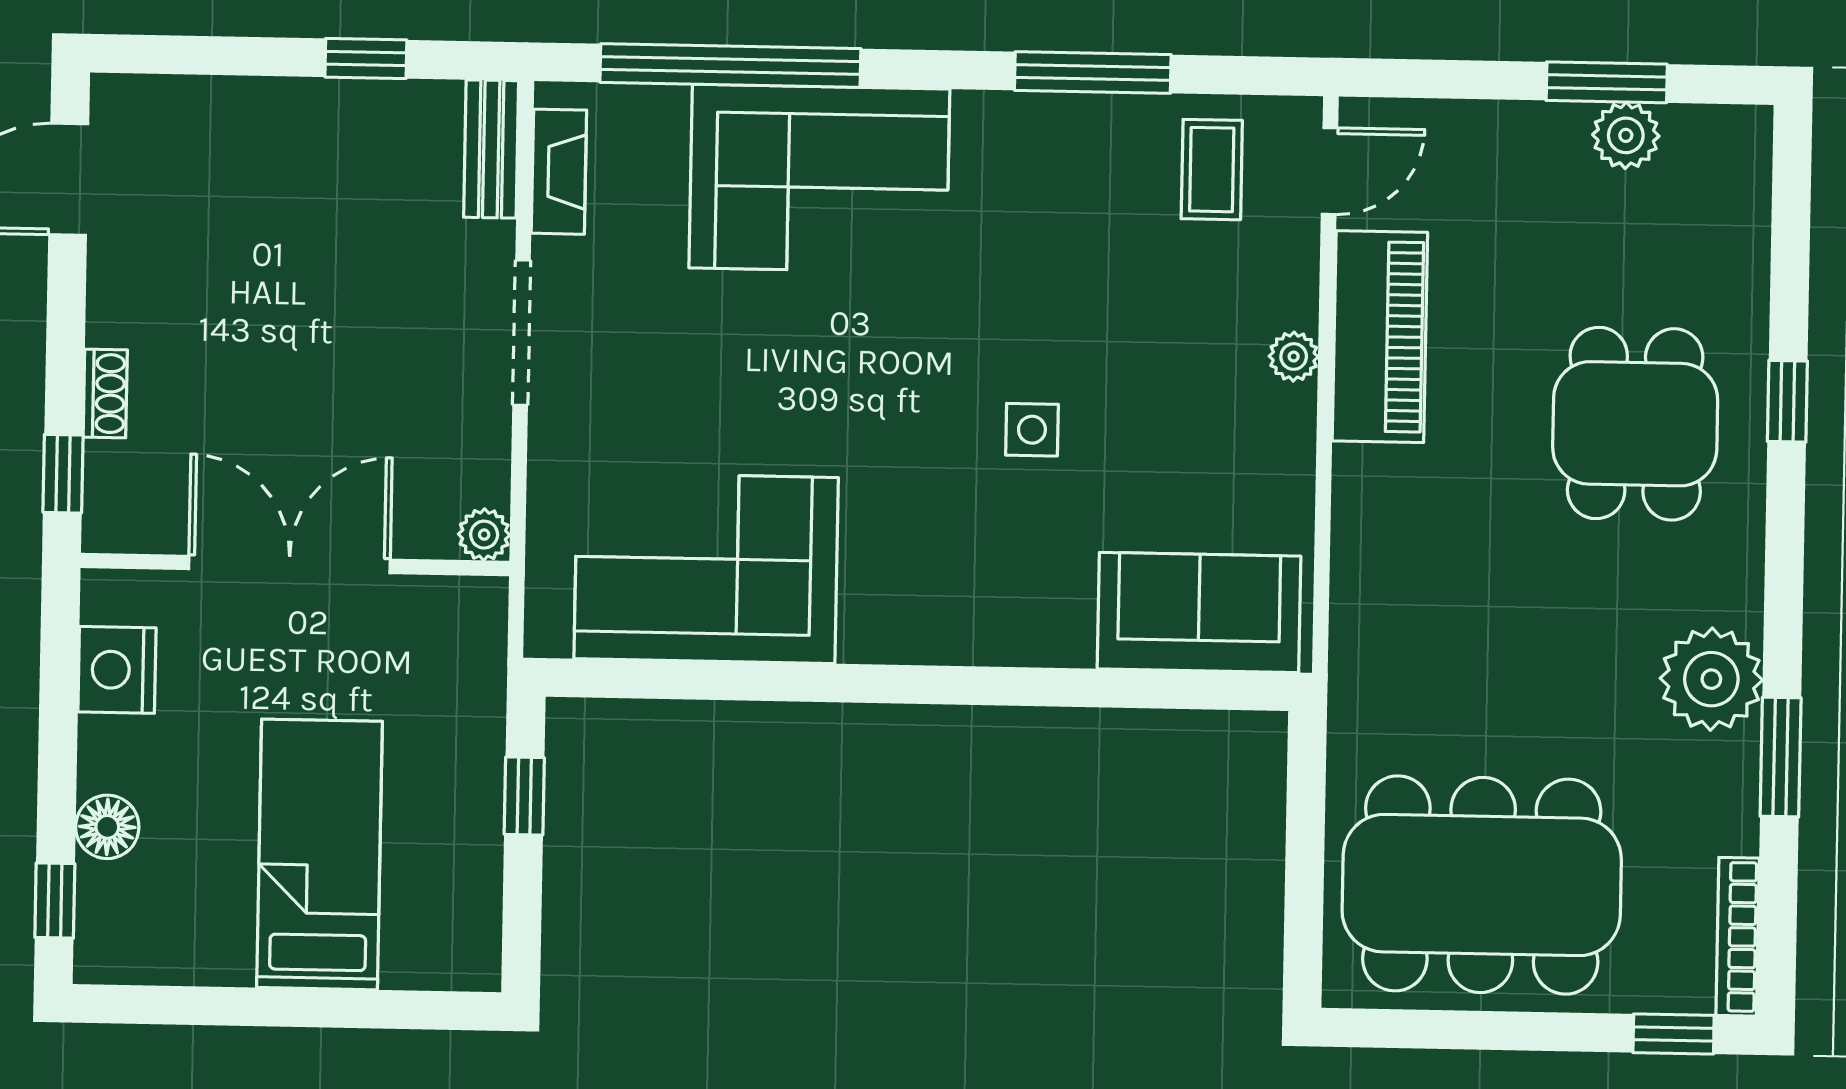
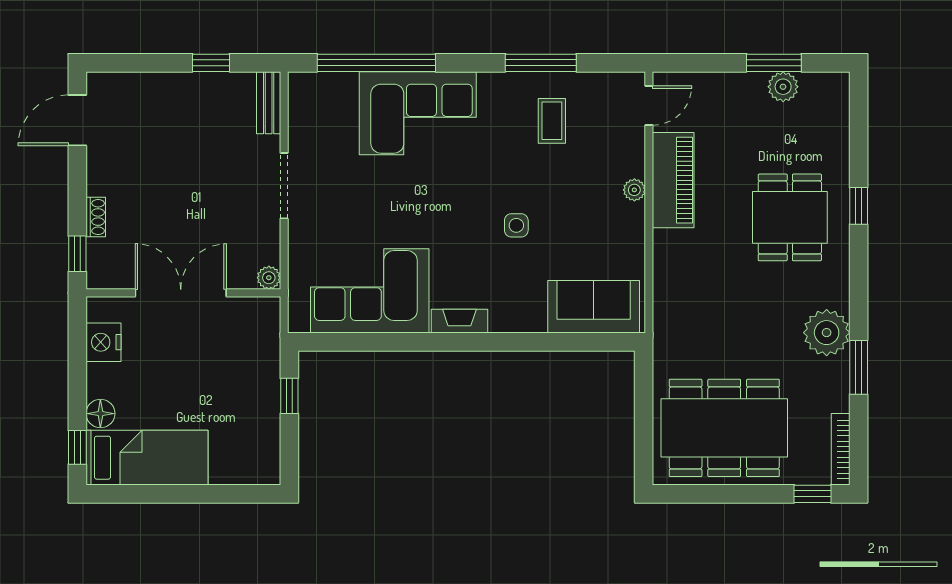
coffee table: (1212, 170) -> (552, 121), moved
fireplace: (559, 172) -> (459, 321), moved, turned -90
bed: (319, 854) -> (147, 458), moved, turned 90

